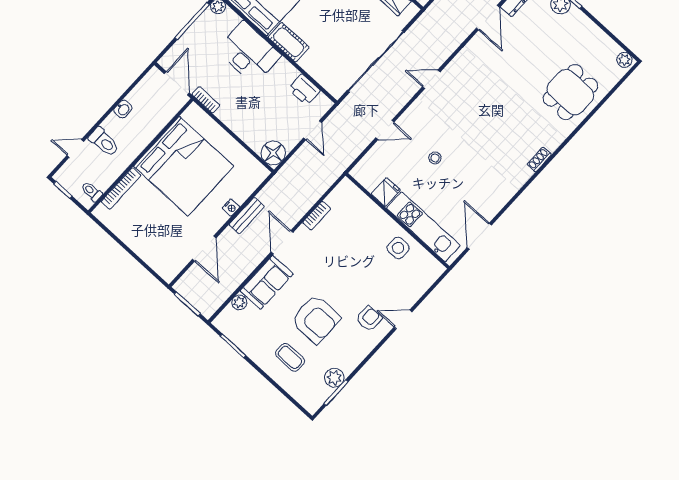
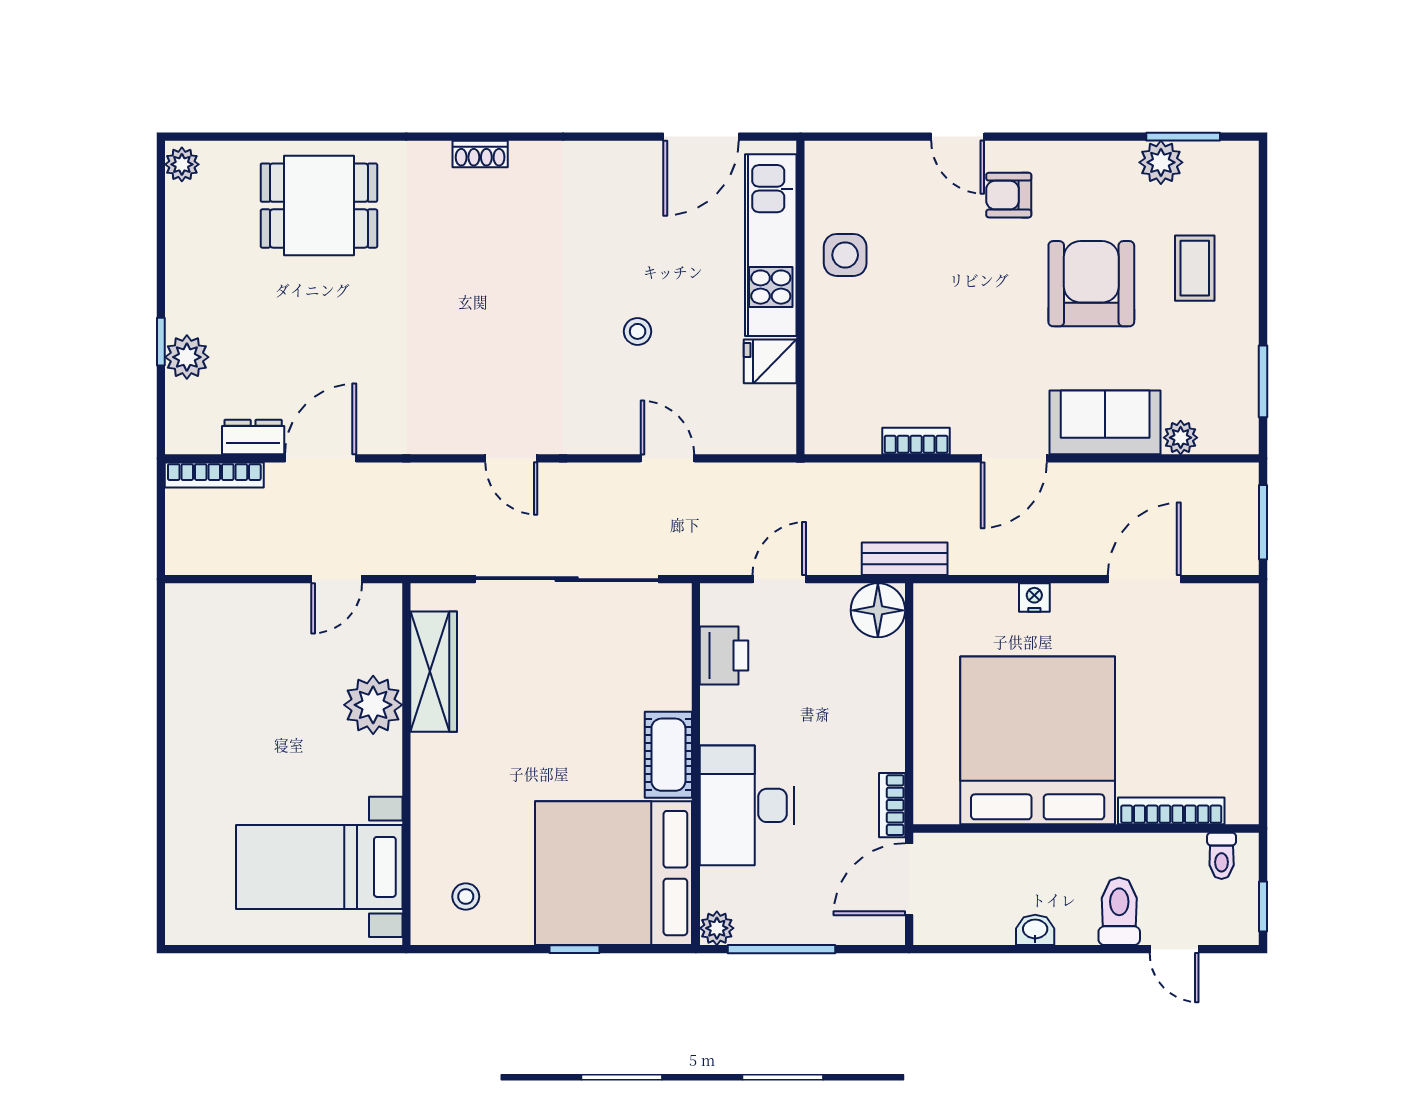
bench: (247, 215) -> (905, 559), moved

